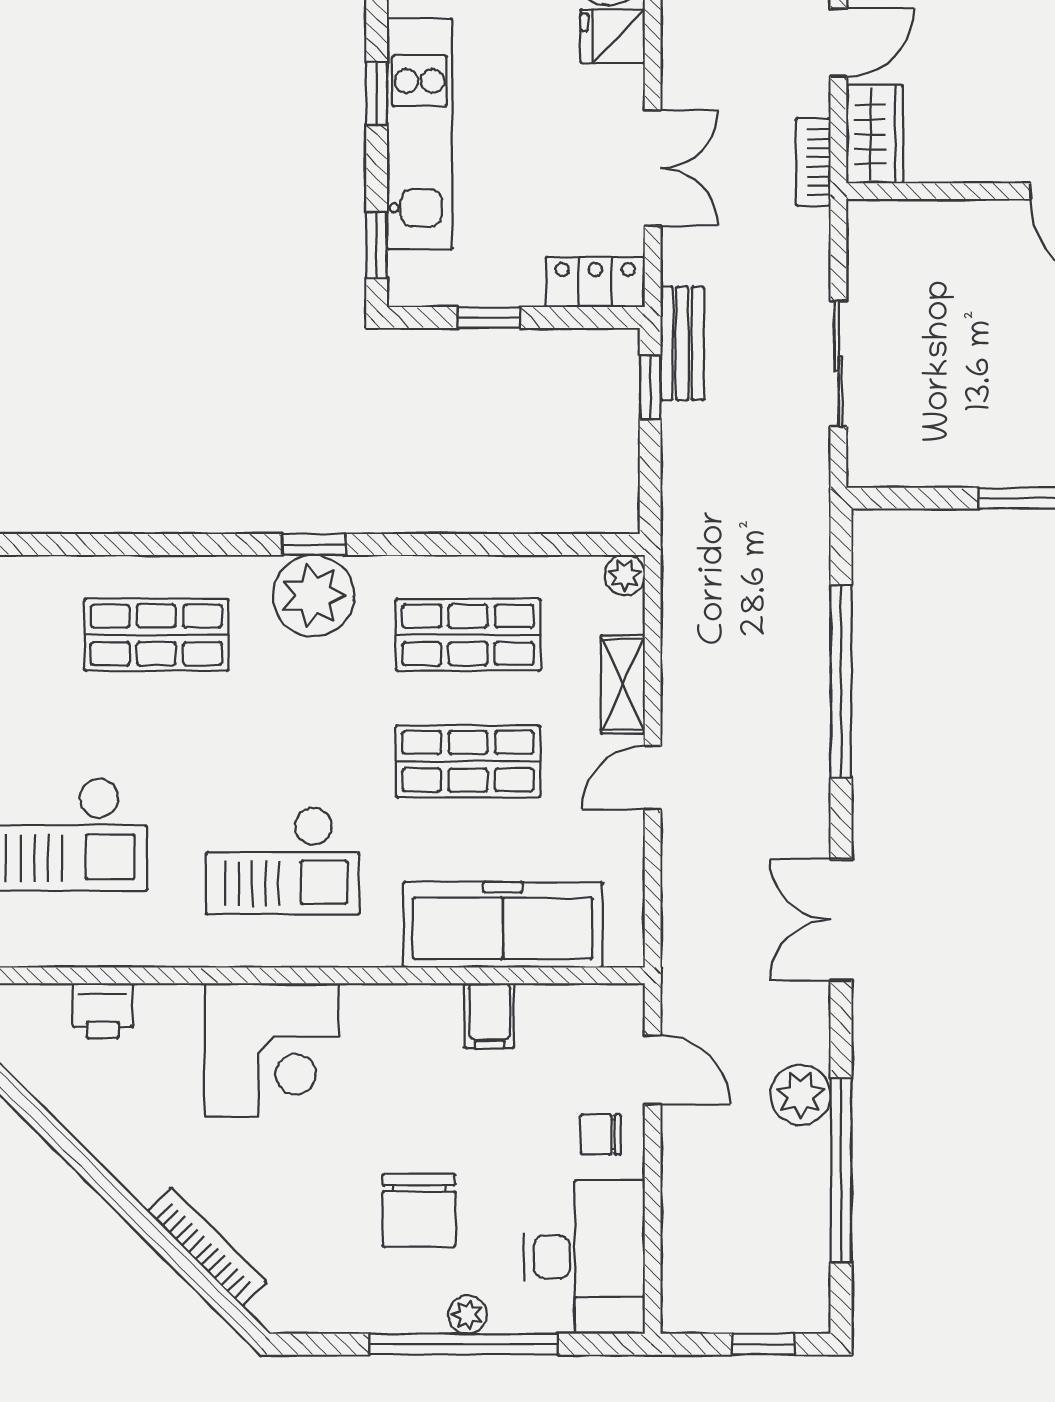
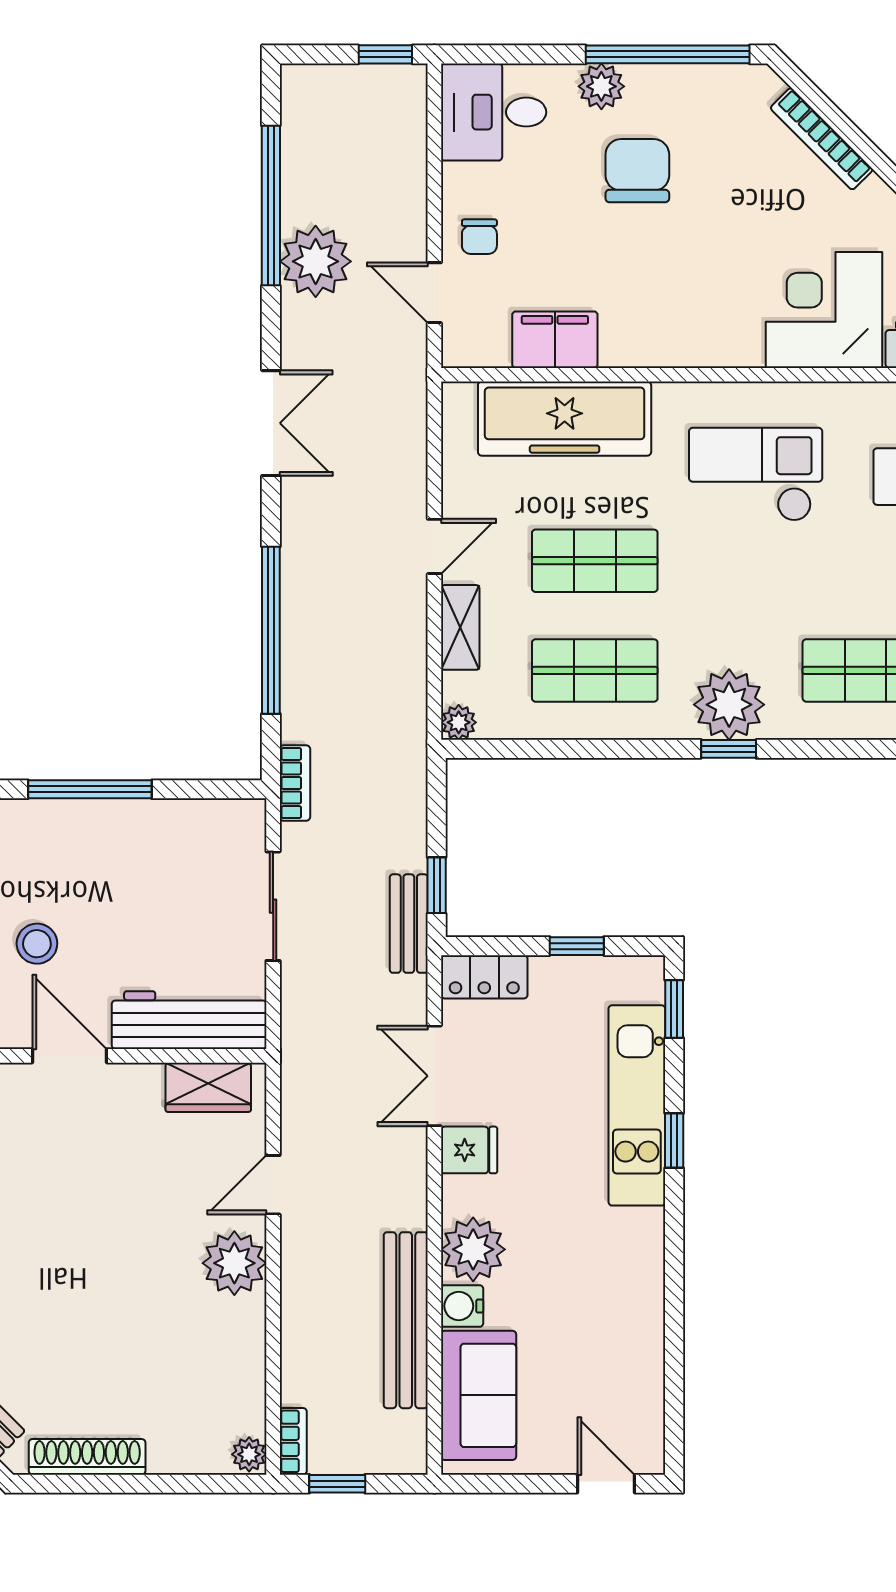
fridge: (613, 36) -> (469, 1150), moved
wardrobe: (875, 134) -> (208, 1087), moved, turned -90
bookcase: (813, 162) -> (295, 783), moved
workbench: (935, 232) -> (189, 1020), added
filing cabinet: (489, 1016) -> (555, 340), width x2.00
corner desk: (272, 1050) -> (824, 310), moved
plant: (801, 1095) -> (316, 261), width x1.36, depth x1.36
chair: (601, 1134) -> (479, 237), turned 90
desk: (584, 1257) -> (494, 112), width x0.73
plant: (468, 1315) -> (601, 86), width x1.38, depth x1.38
window: (463, 1344) -> (668, 54), moved
window: (763, 1344) -> (385, 54), moved

